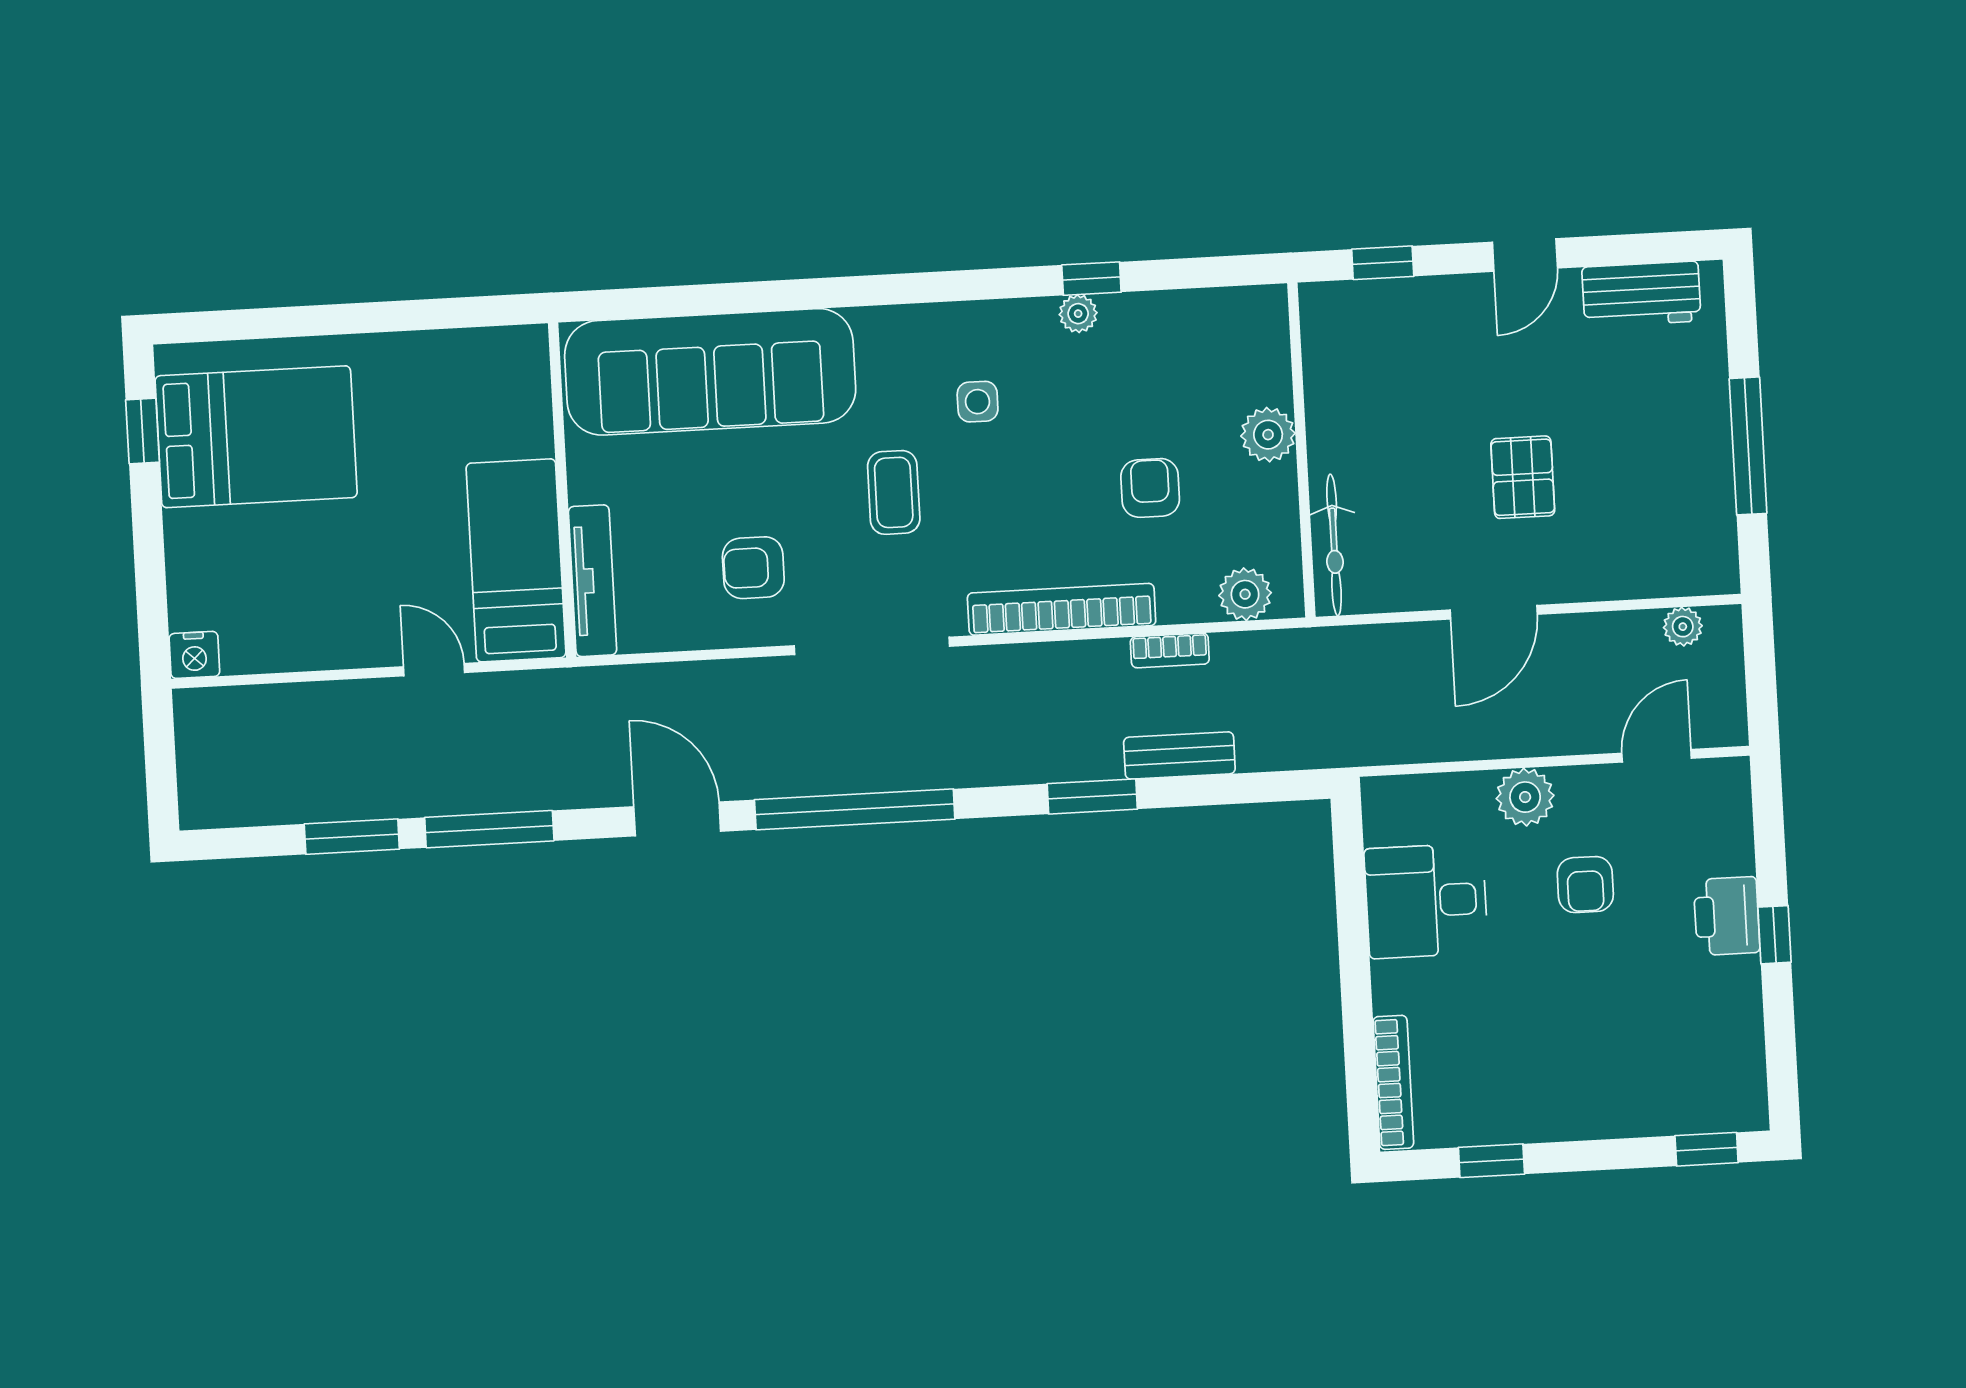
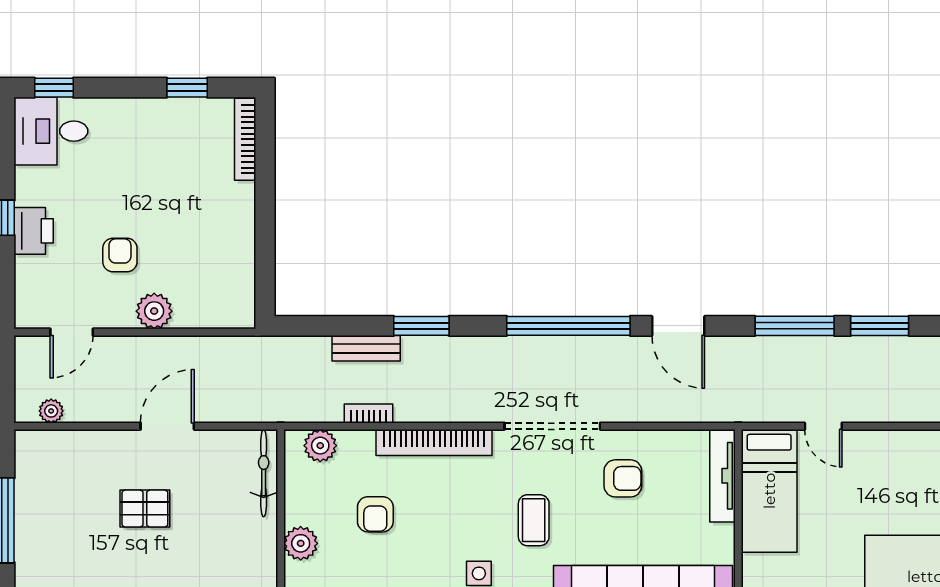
pallet: (1523, 477) -> (145, 509), turned 90
desk: (1426, 901) -> (51, 131), moved, turned 180

